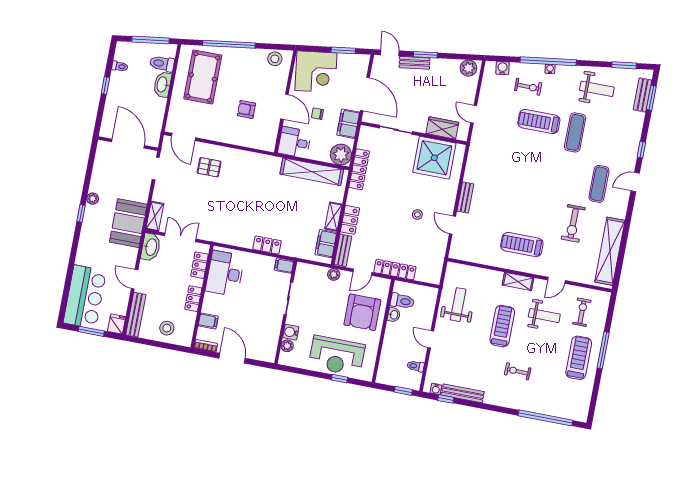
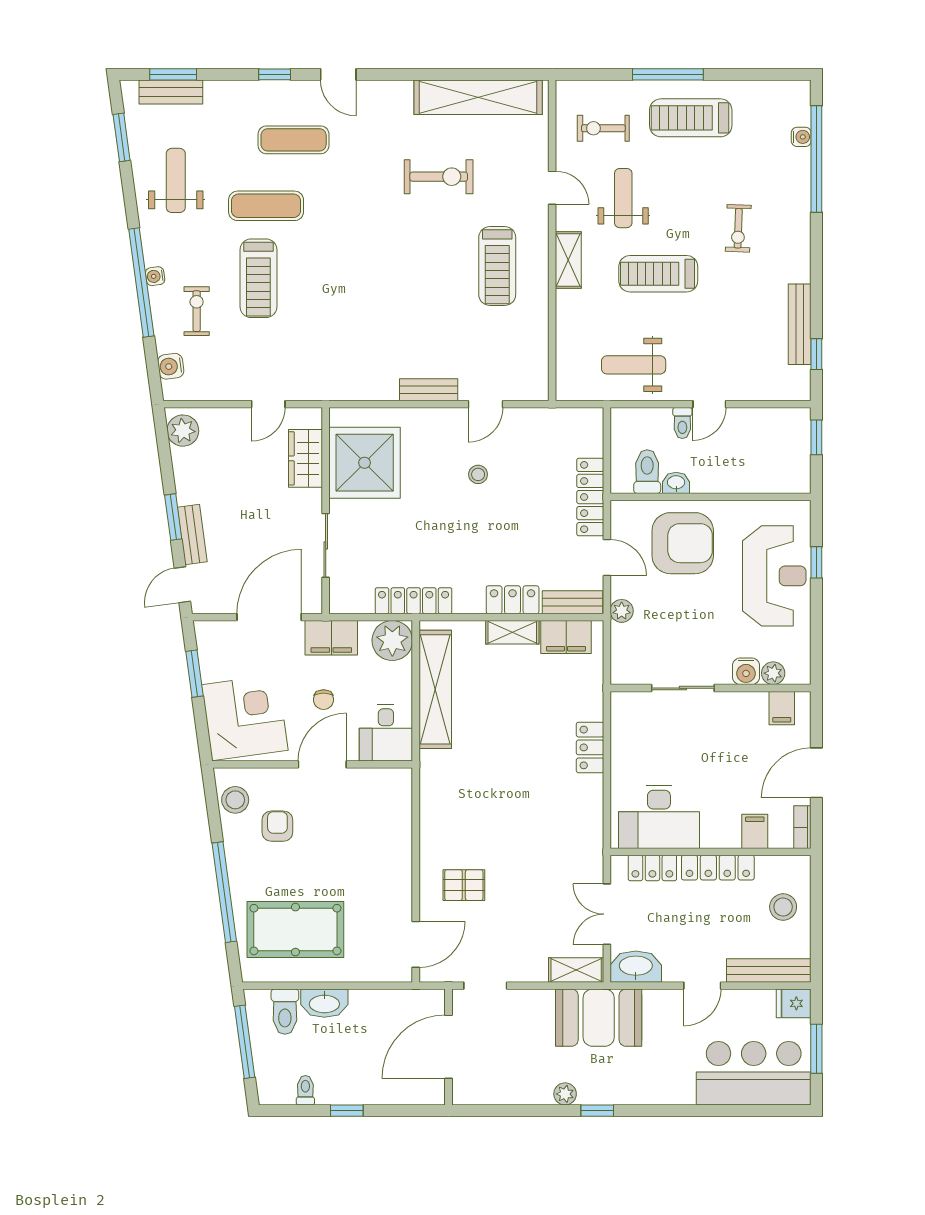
armchair: (246, 109) -> (277, 826), moved, turned 180
pallet: (209, 167) -> (464, 885), turned 90
exercise mat: (599, 184) -> (294, 140), moved
filing cabinet: (284, 266) -> (782, 708), moved
locker: (193, 299) -> (718, 868), width x1.53
toilet: (416, 366) -> (682, 423), moved
water cooler: (436, 389) -> (801, 137), moved

